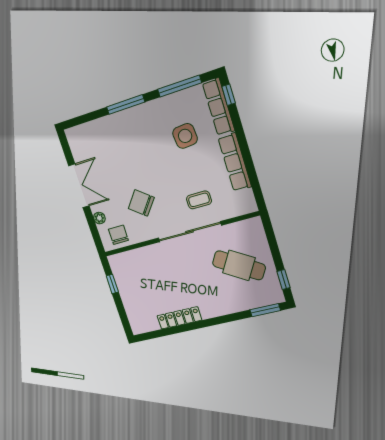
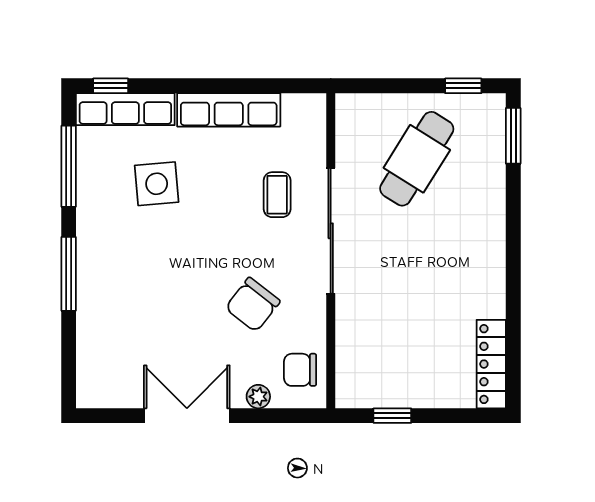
locker: (179, 318) -> (491, 364), moved

